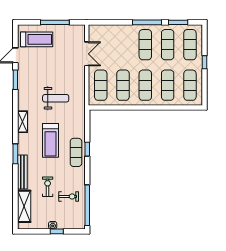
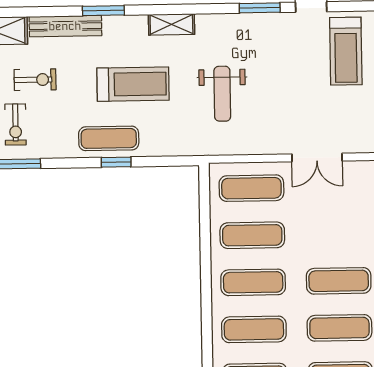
treadmill: (50, 140) -> (133, 84), turned 180

